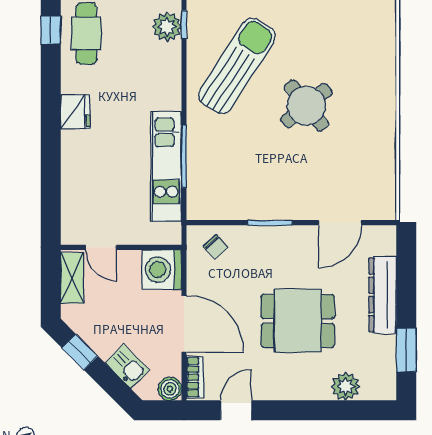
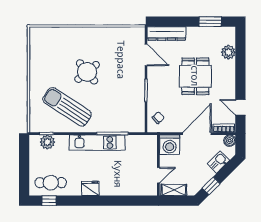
kitchen unit: (166, 166) -> (97, 143), moved
dresser: (383, 295) -> (167, 34), moved

